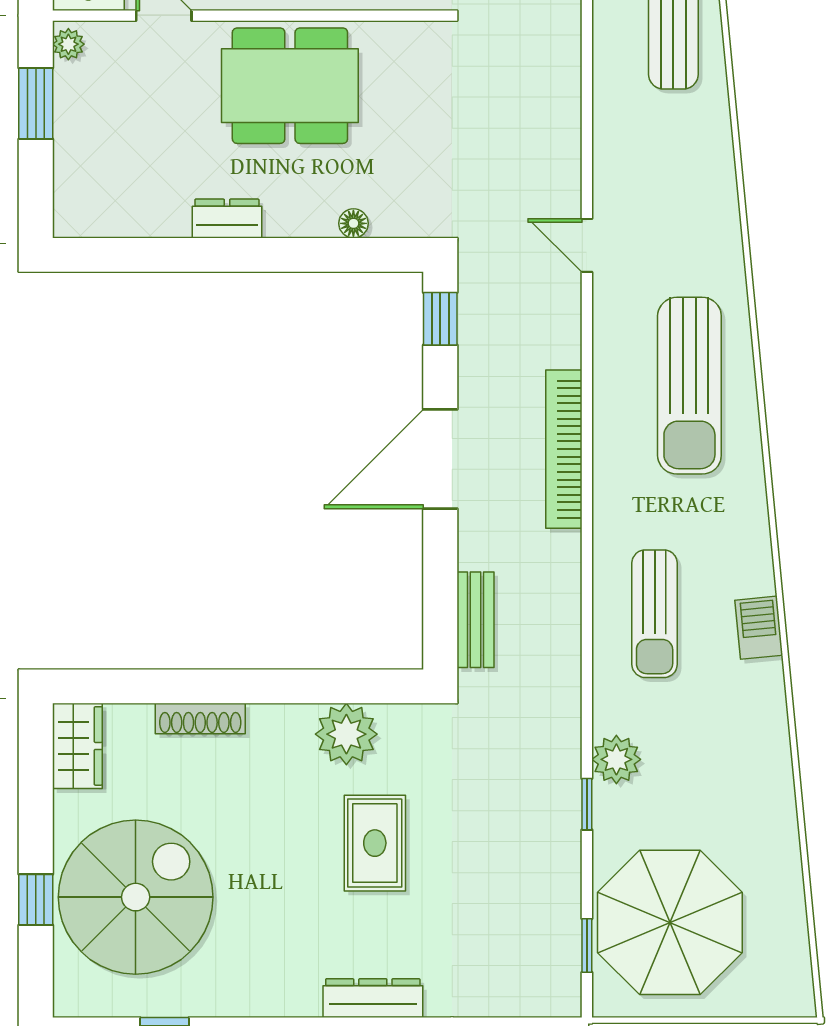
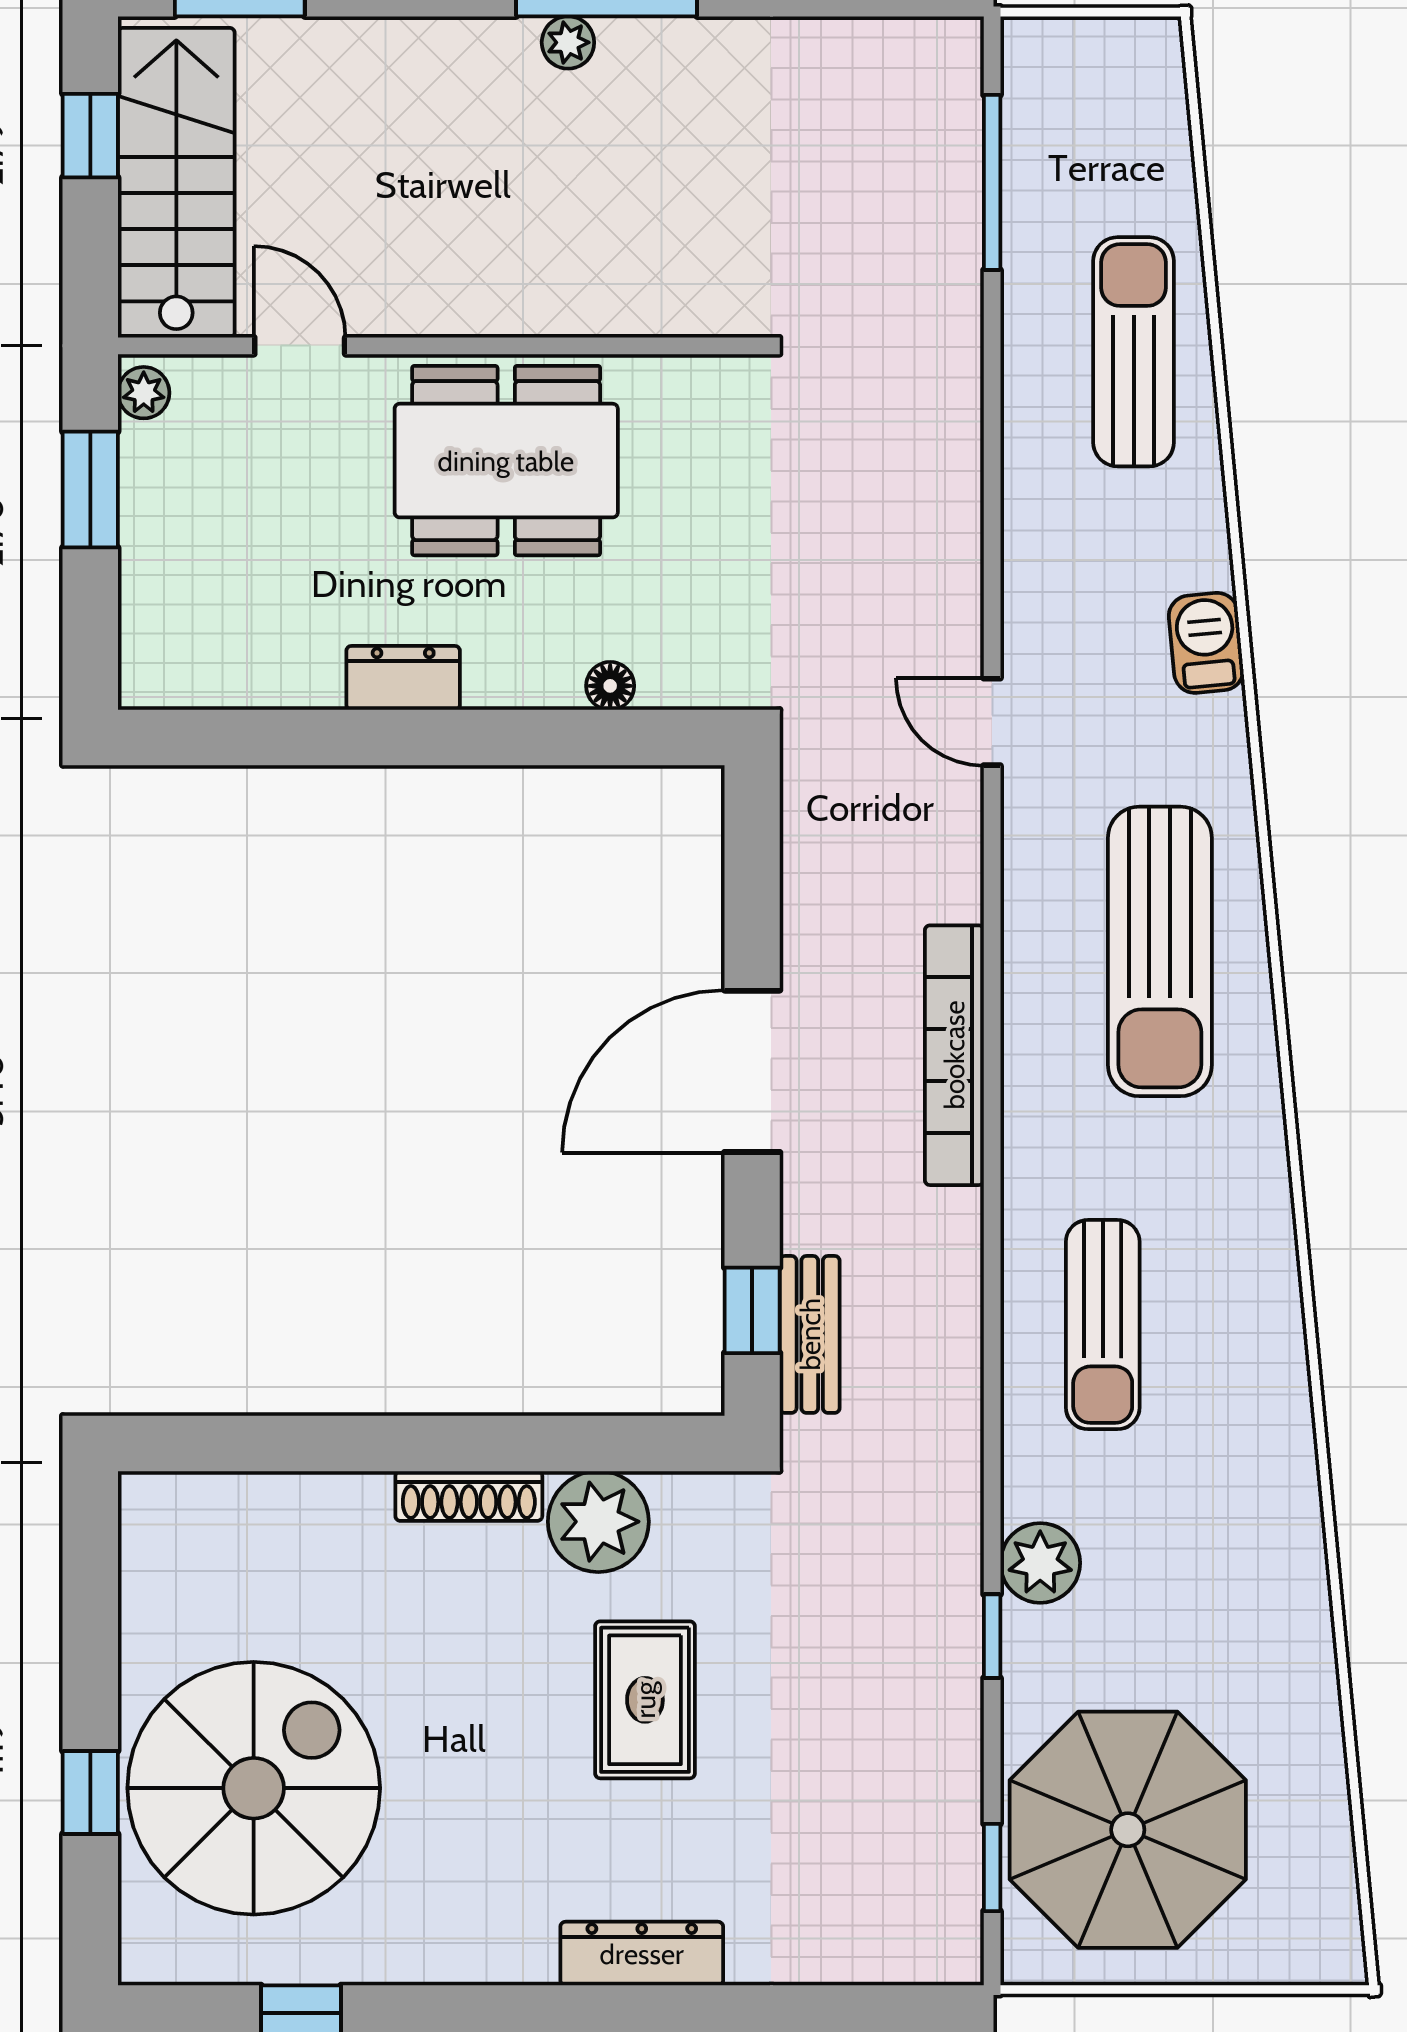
window: (440, 319) -> (752, 1310), moved
barbecue: (759, 628) -> (1206, 643), moved
shoe rack: (200, 718) -> (469, 1496), moved
wardrobe: (77, 746) -> (158, 1541), removed

